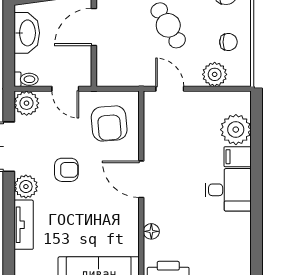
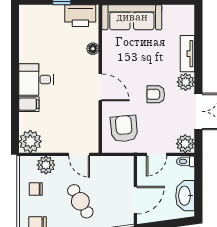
door: (65, 89) -> (157, 154), swing flipped
plant: (236, 130) -> (30, 141), moved

